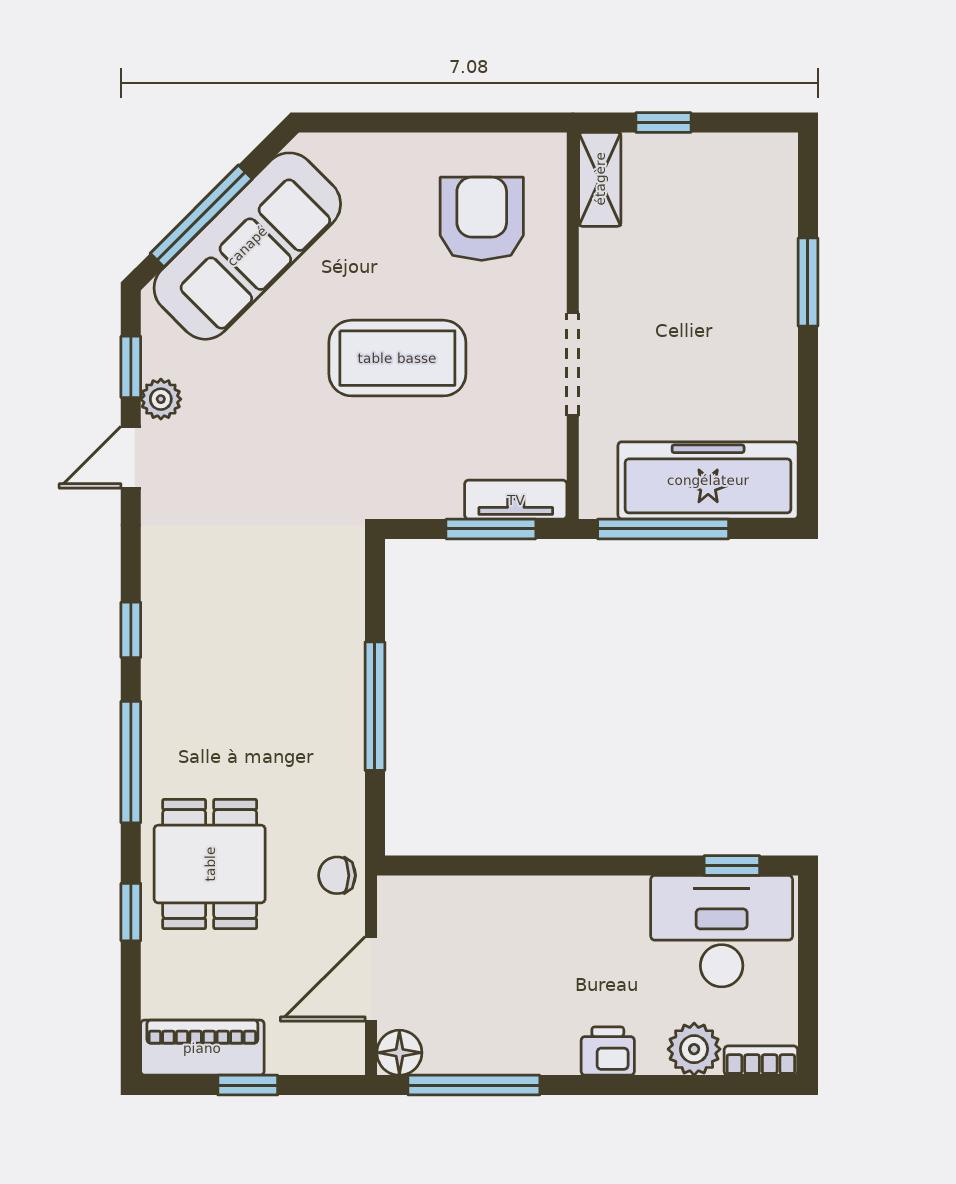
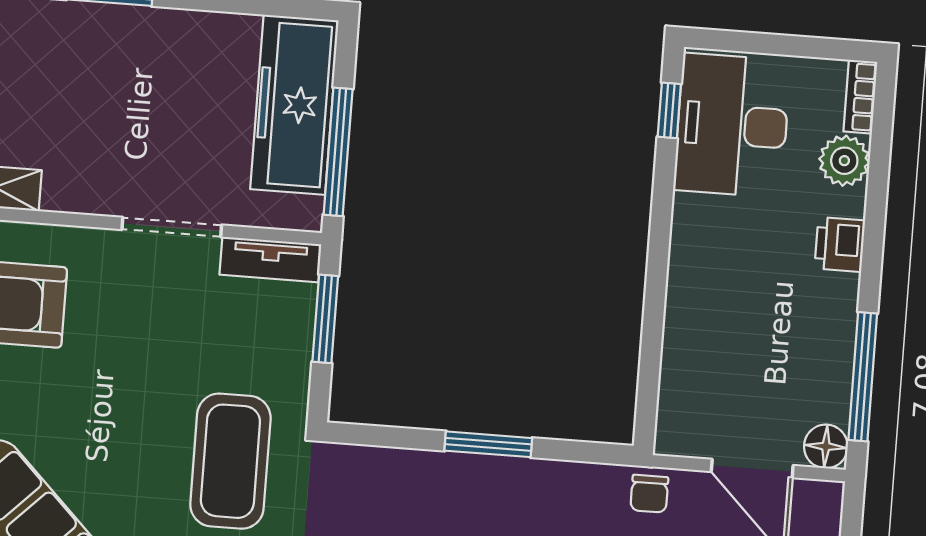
coffee table: (397, 358) -> (230, 461), moved
tv unit: (516, 500) -> (270, 260), moved, turned -90
window: (375, 706) -> (488, 444), width x0.69

